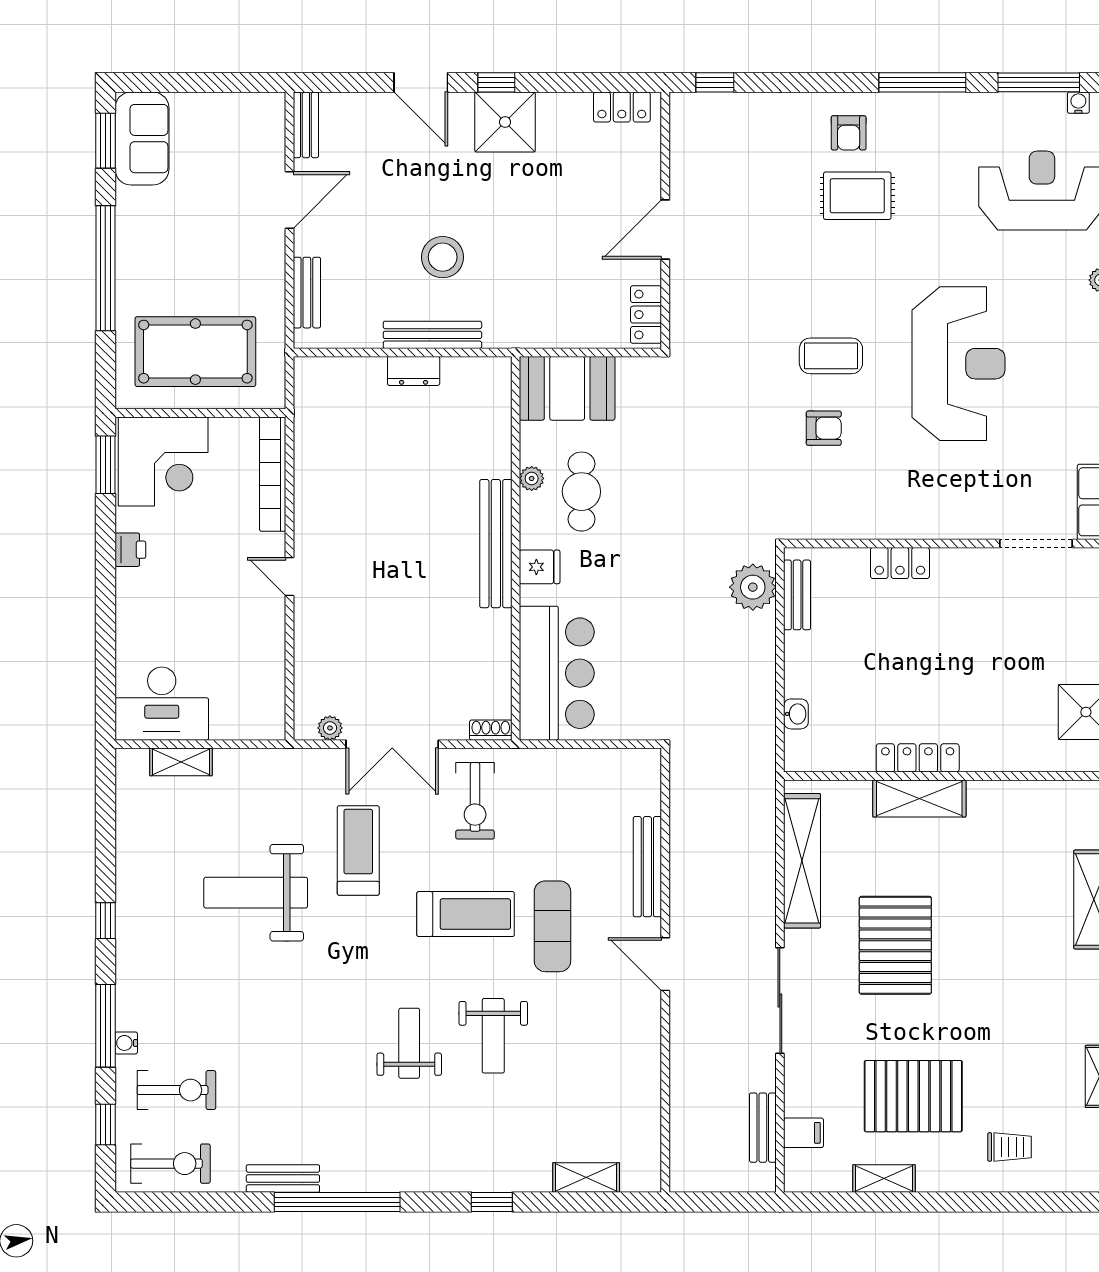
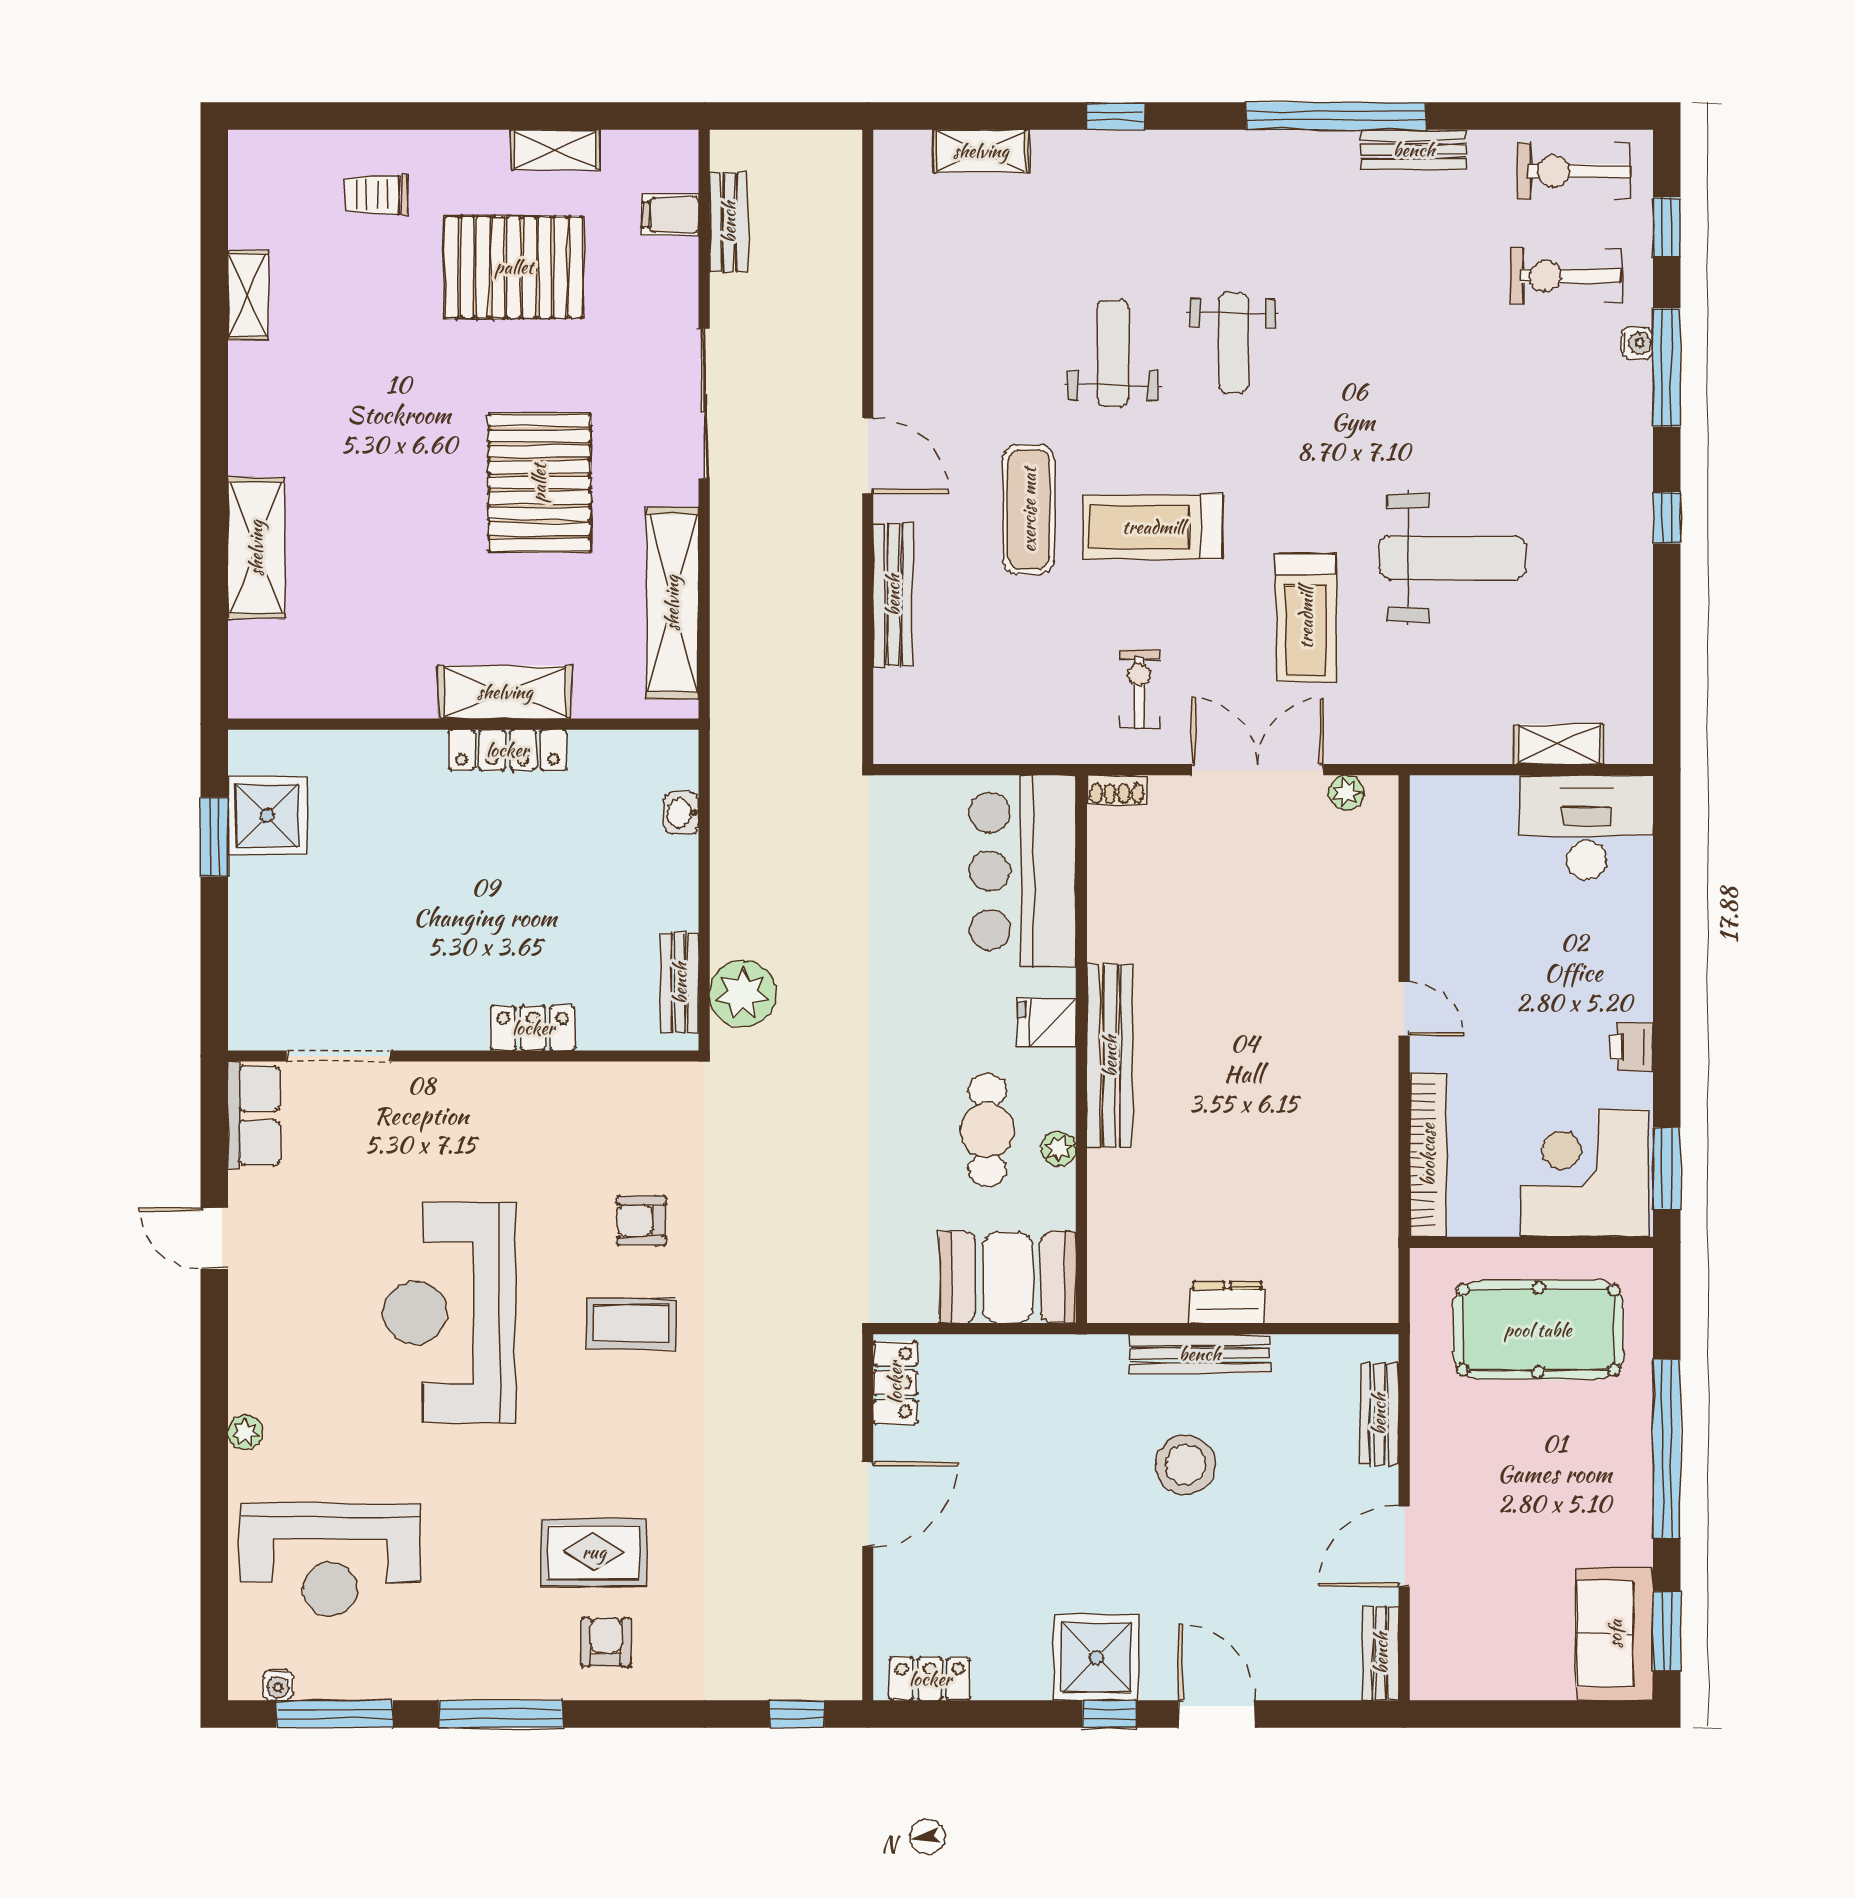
exercise bike: (475, 801) -> (1139, 689), width x0.73, depth x0.72

